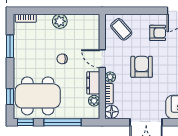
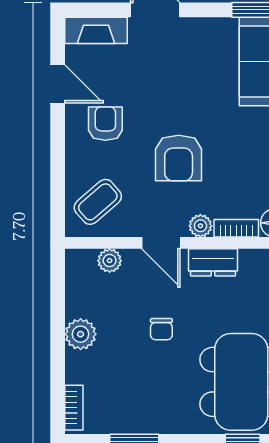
door: (102, 59) -> (161, 243), hinge flipped
armchair: (142, 67) -> (179, 158), turned -90
plant: (94, 101) -> (110, 261), moved

